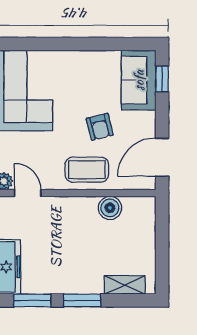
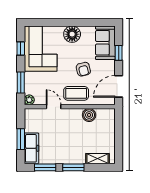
floor lamp: (80, 65) -> (72, 34), added
window: (162, 79) -> (119, 53), moved
door: (28, 193) -> (54, 107), moved

